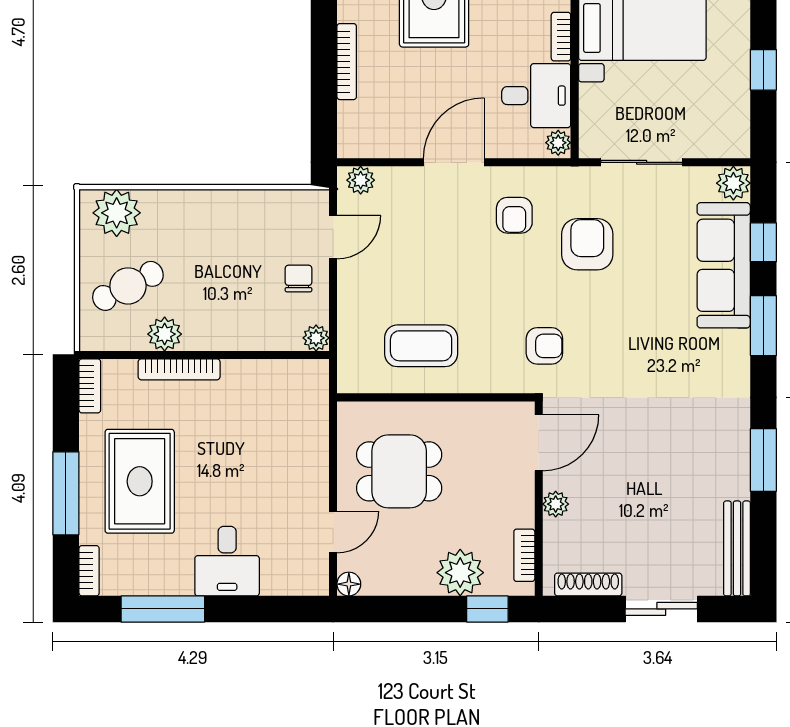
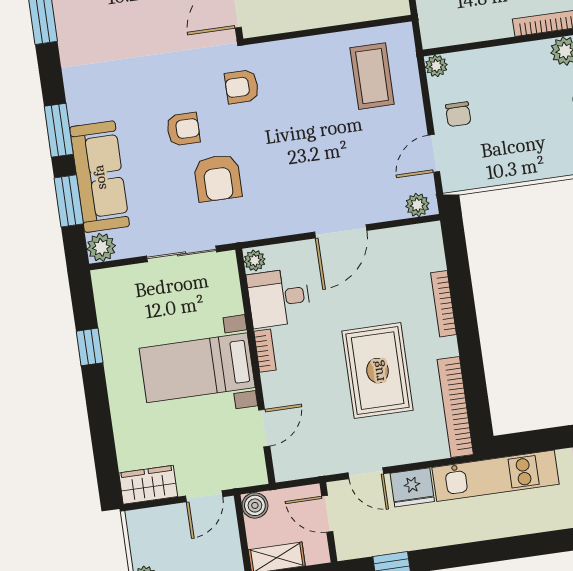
armchair: (514, 215) -> (183, 129), moved, turned 90
window: (763, 242) -> (69, 201), width x1.50
coffee table: (421, 346) -> (372, 76), moved, turned 90

